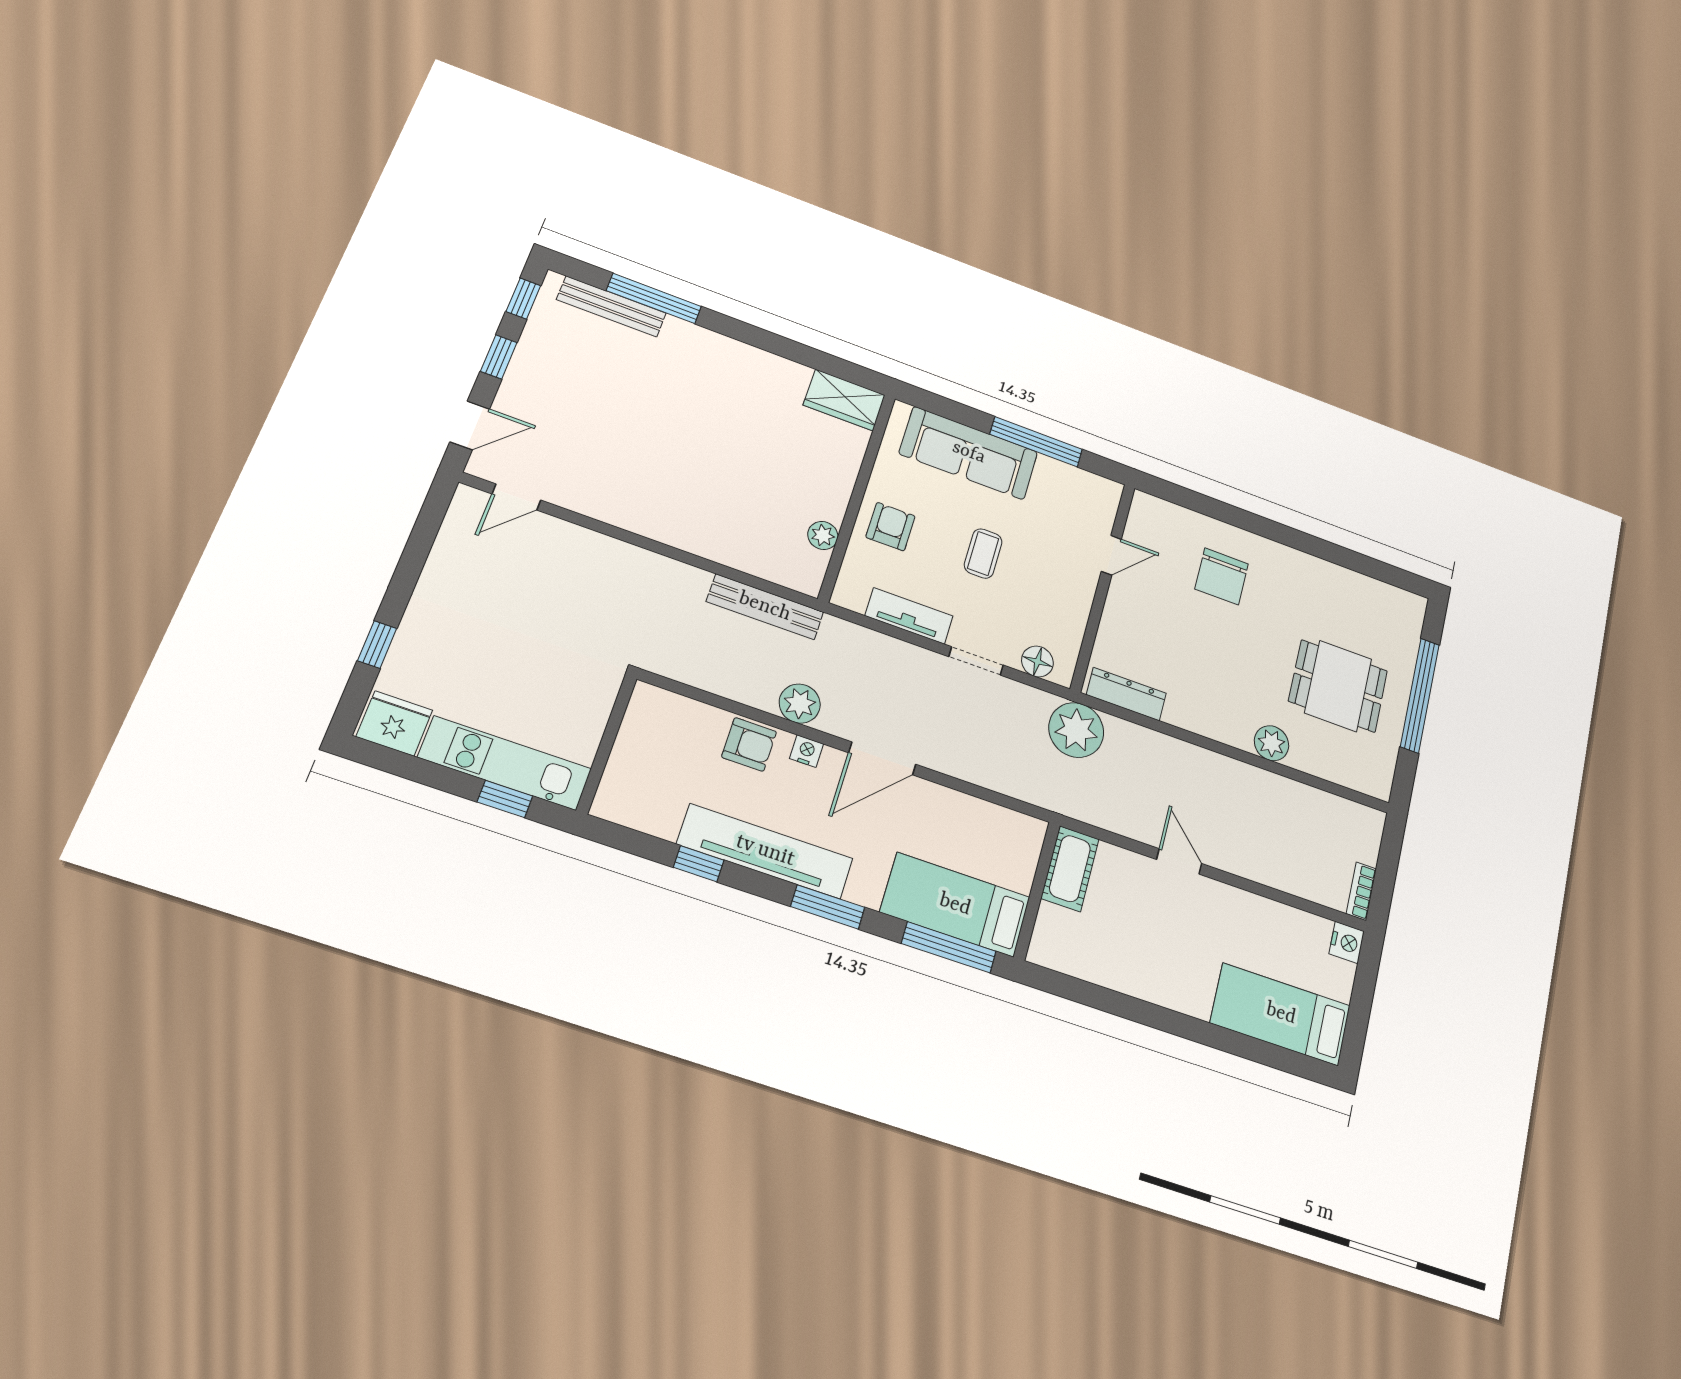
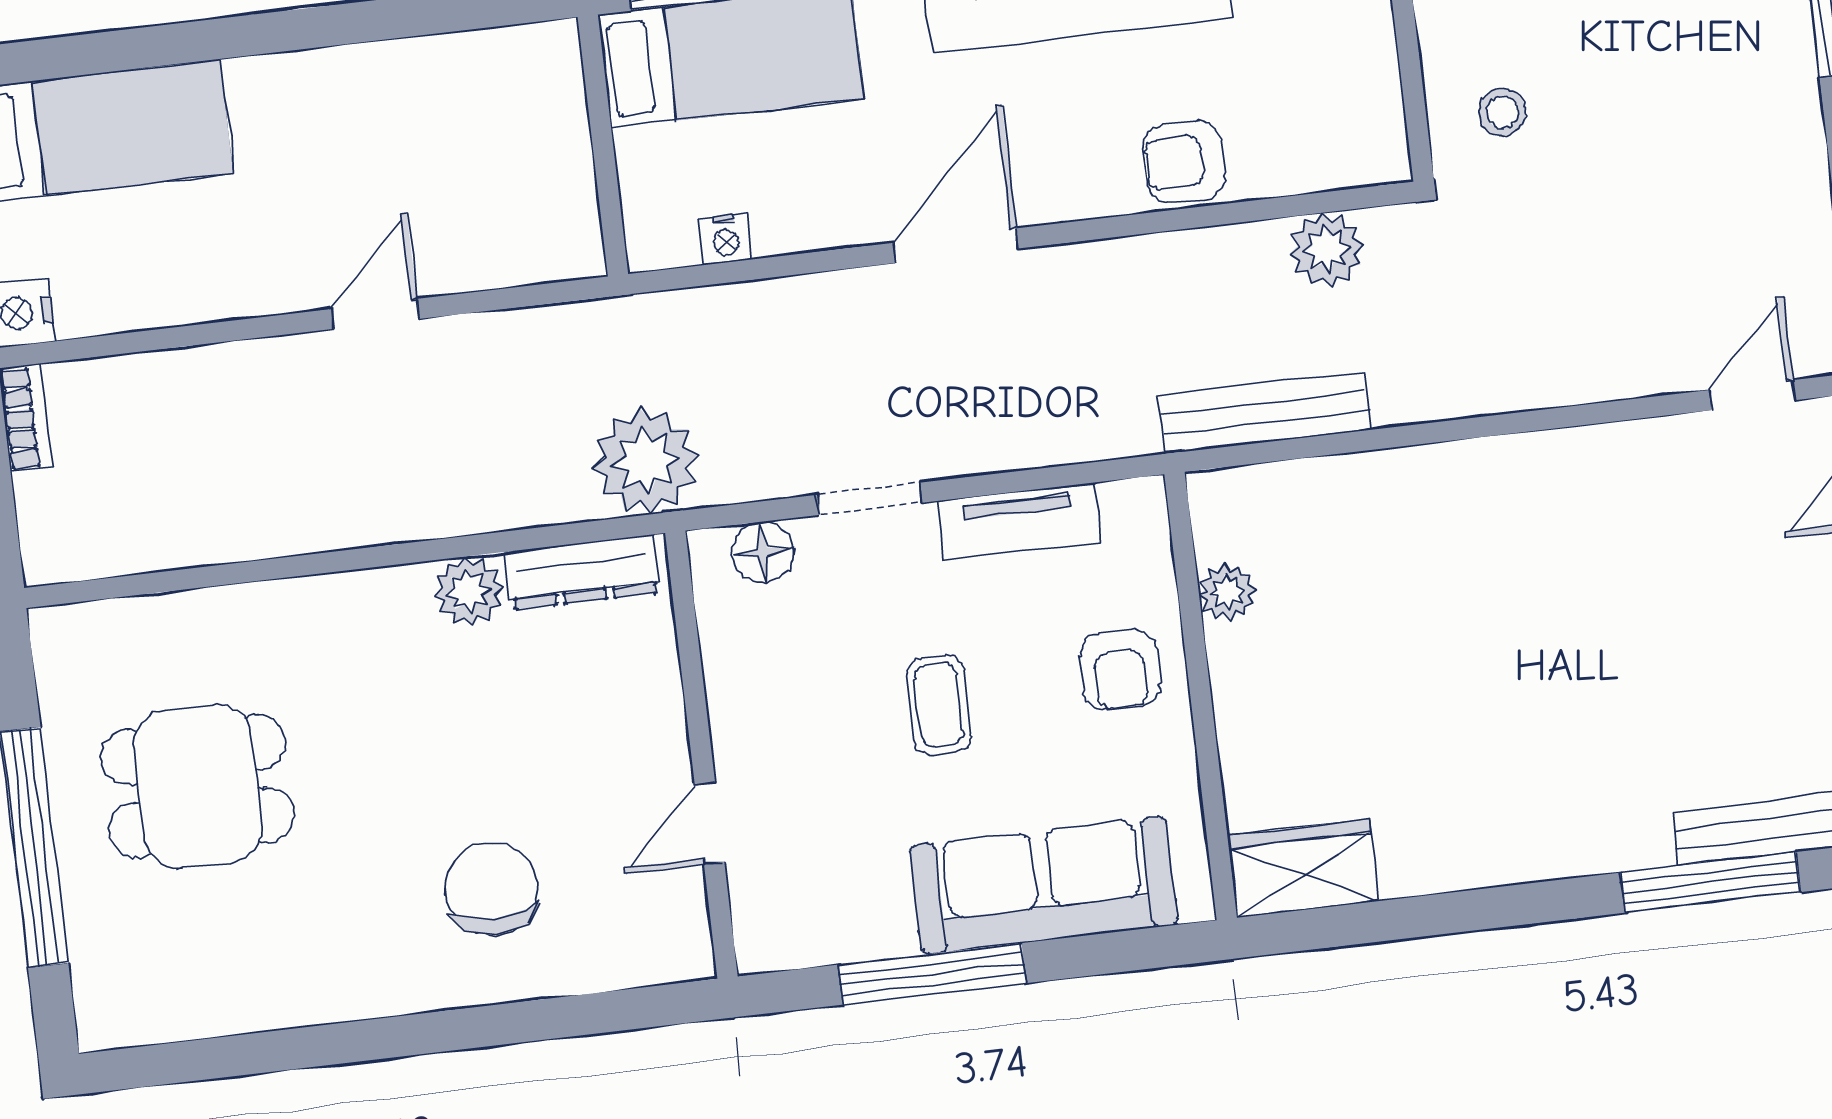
stool: (573, 691) -> (1502, 112), added
plant: (800, 704) -> (1326, 250), moved
plant: (1272, 743) -> (469, 591), moved
nightstand: (807, 751) -> (726, 239), moved
door: (1179, 861) -> (375, 314), swing flipped
cot: (1070, 869) -> (561, 210), removed

